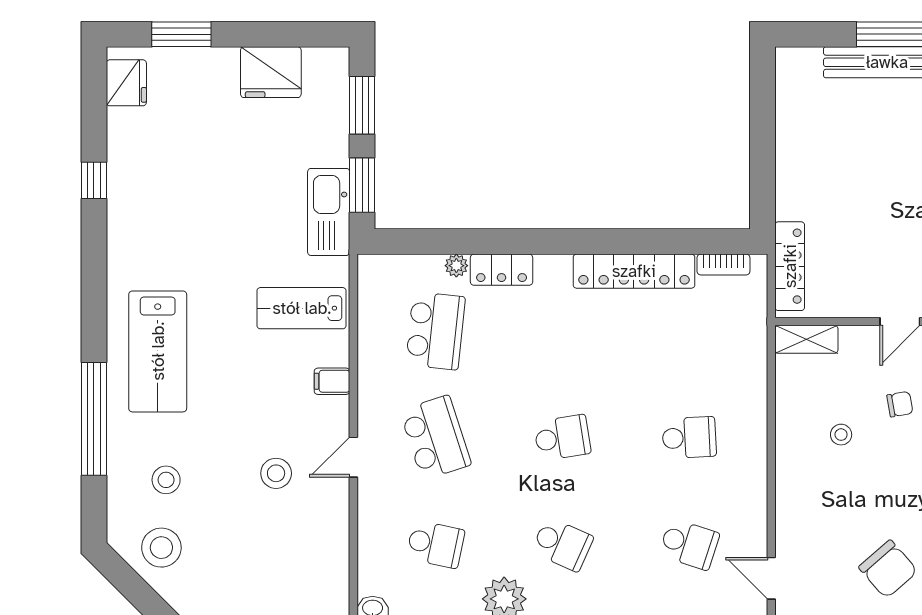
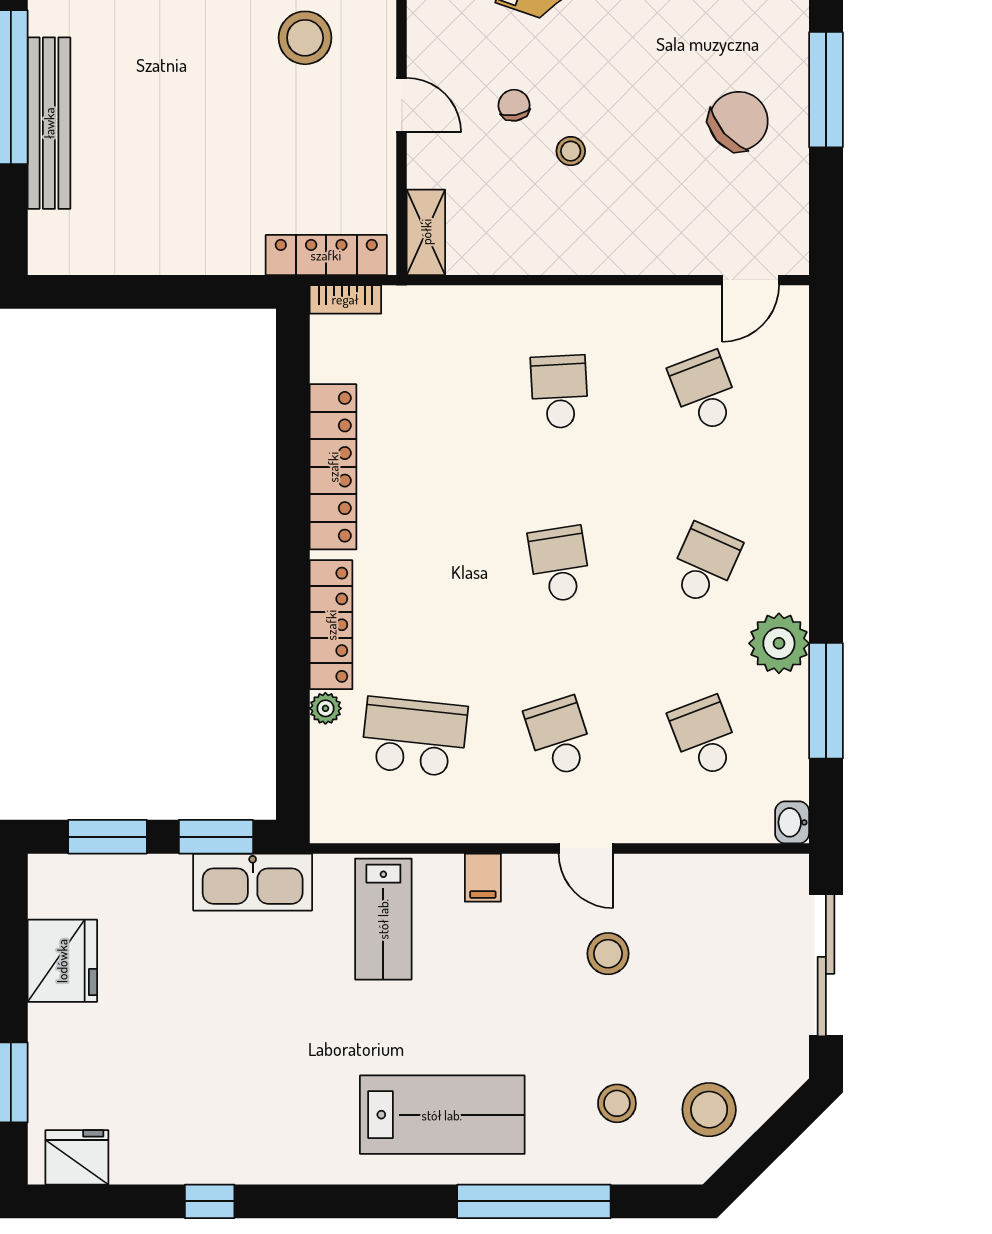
bookcase: (723, 265) -> (345, 299), moved, turned 90
locker: (502, 270) -> (331, 625), width x1.53
stool: (841, 435) -> (571, 151), moved
school desk: (435, 438) -> (559, 737), width x0.54
school desk: (435, 544) -> (705, 737), turned -33
school desk: (689, 544) -> (705, 392), turned -39

